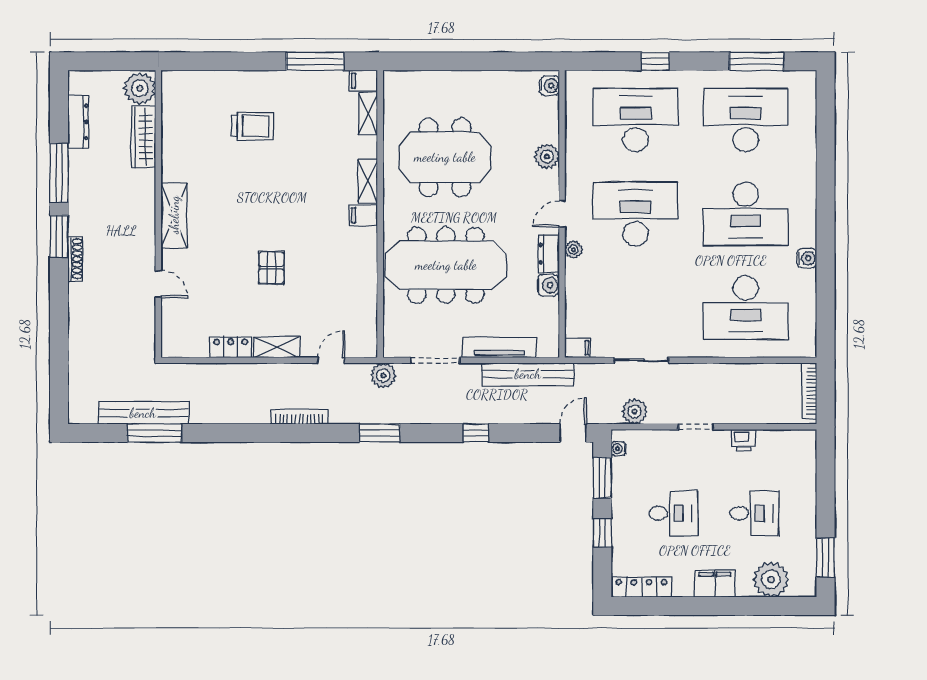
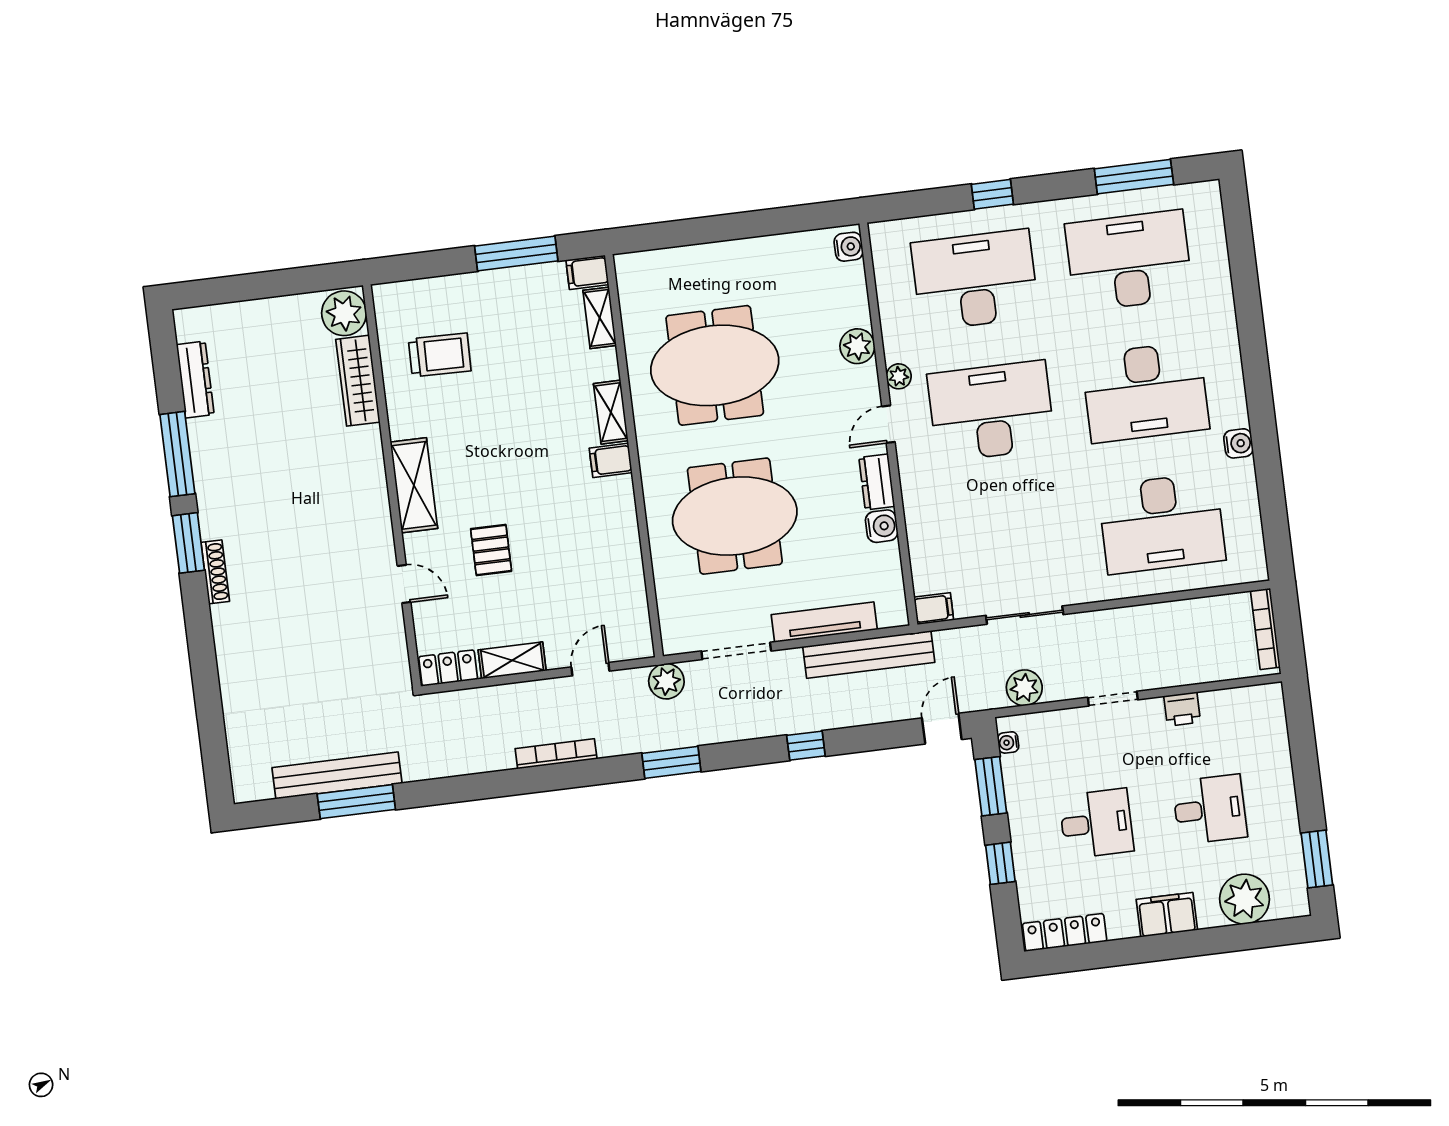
plant: (140, 88) -> (344, 313), moved
wardrobe: (144, 137) -> (358, 381), moved
wall: (158, 214) -> (392, 486), moved
shelving: (174, 215) -> (414, 485), moved
plant: (573, 250) -> (899, 376), moved
meeting table: (446, 265) -> (735, 516), width x0.73
door: (158, 284) -> (404, 584), moved

